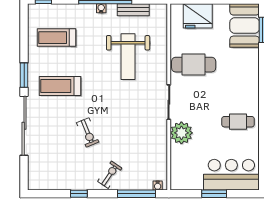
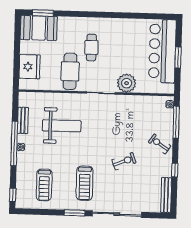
cafe table: (238, 122) -> (91, 47), moved
bar counter: (231, 175) -> (162, 51), width x1.36
bench: (49, 184) -> (166, 195), added

